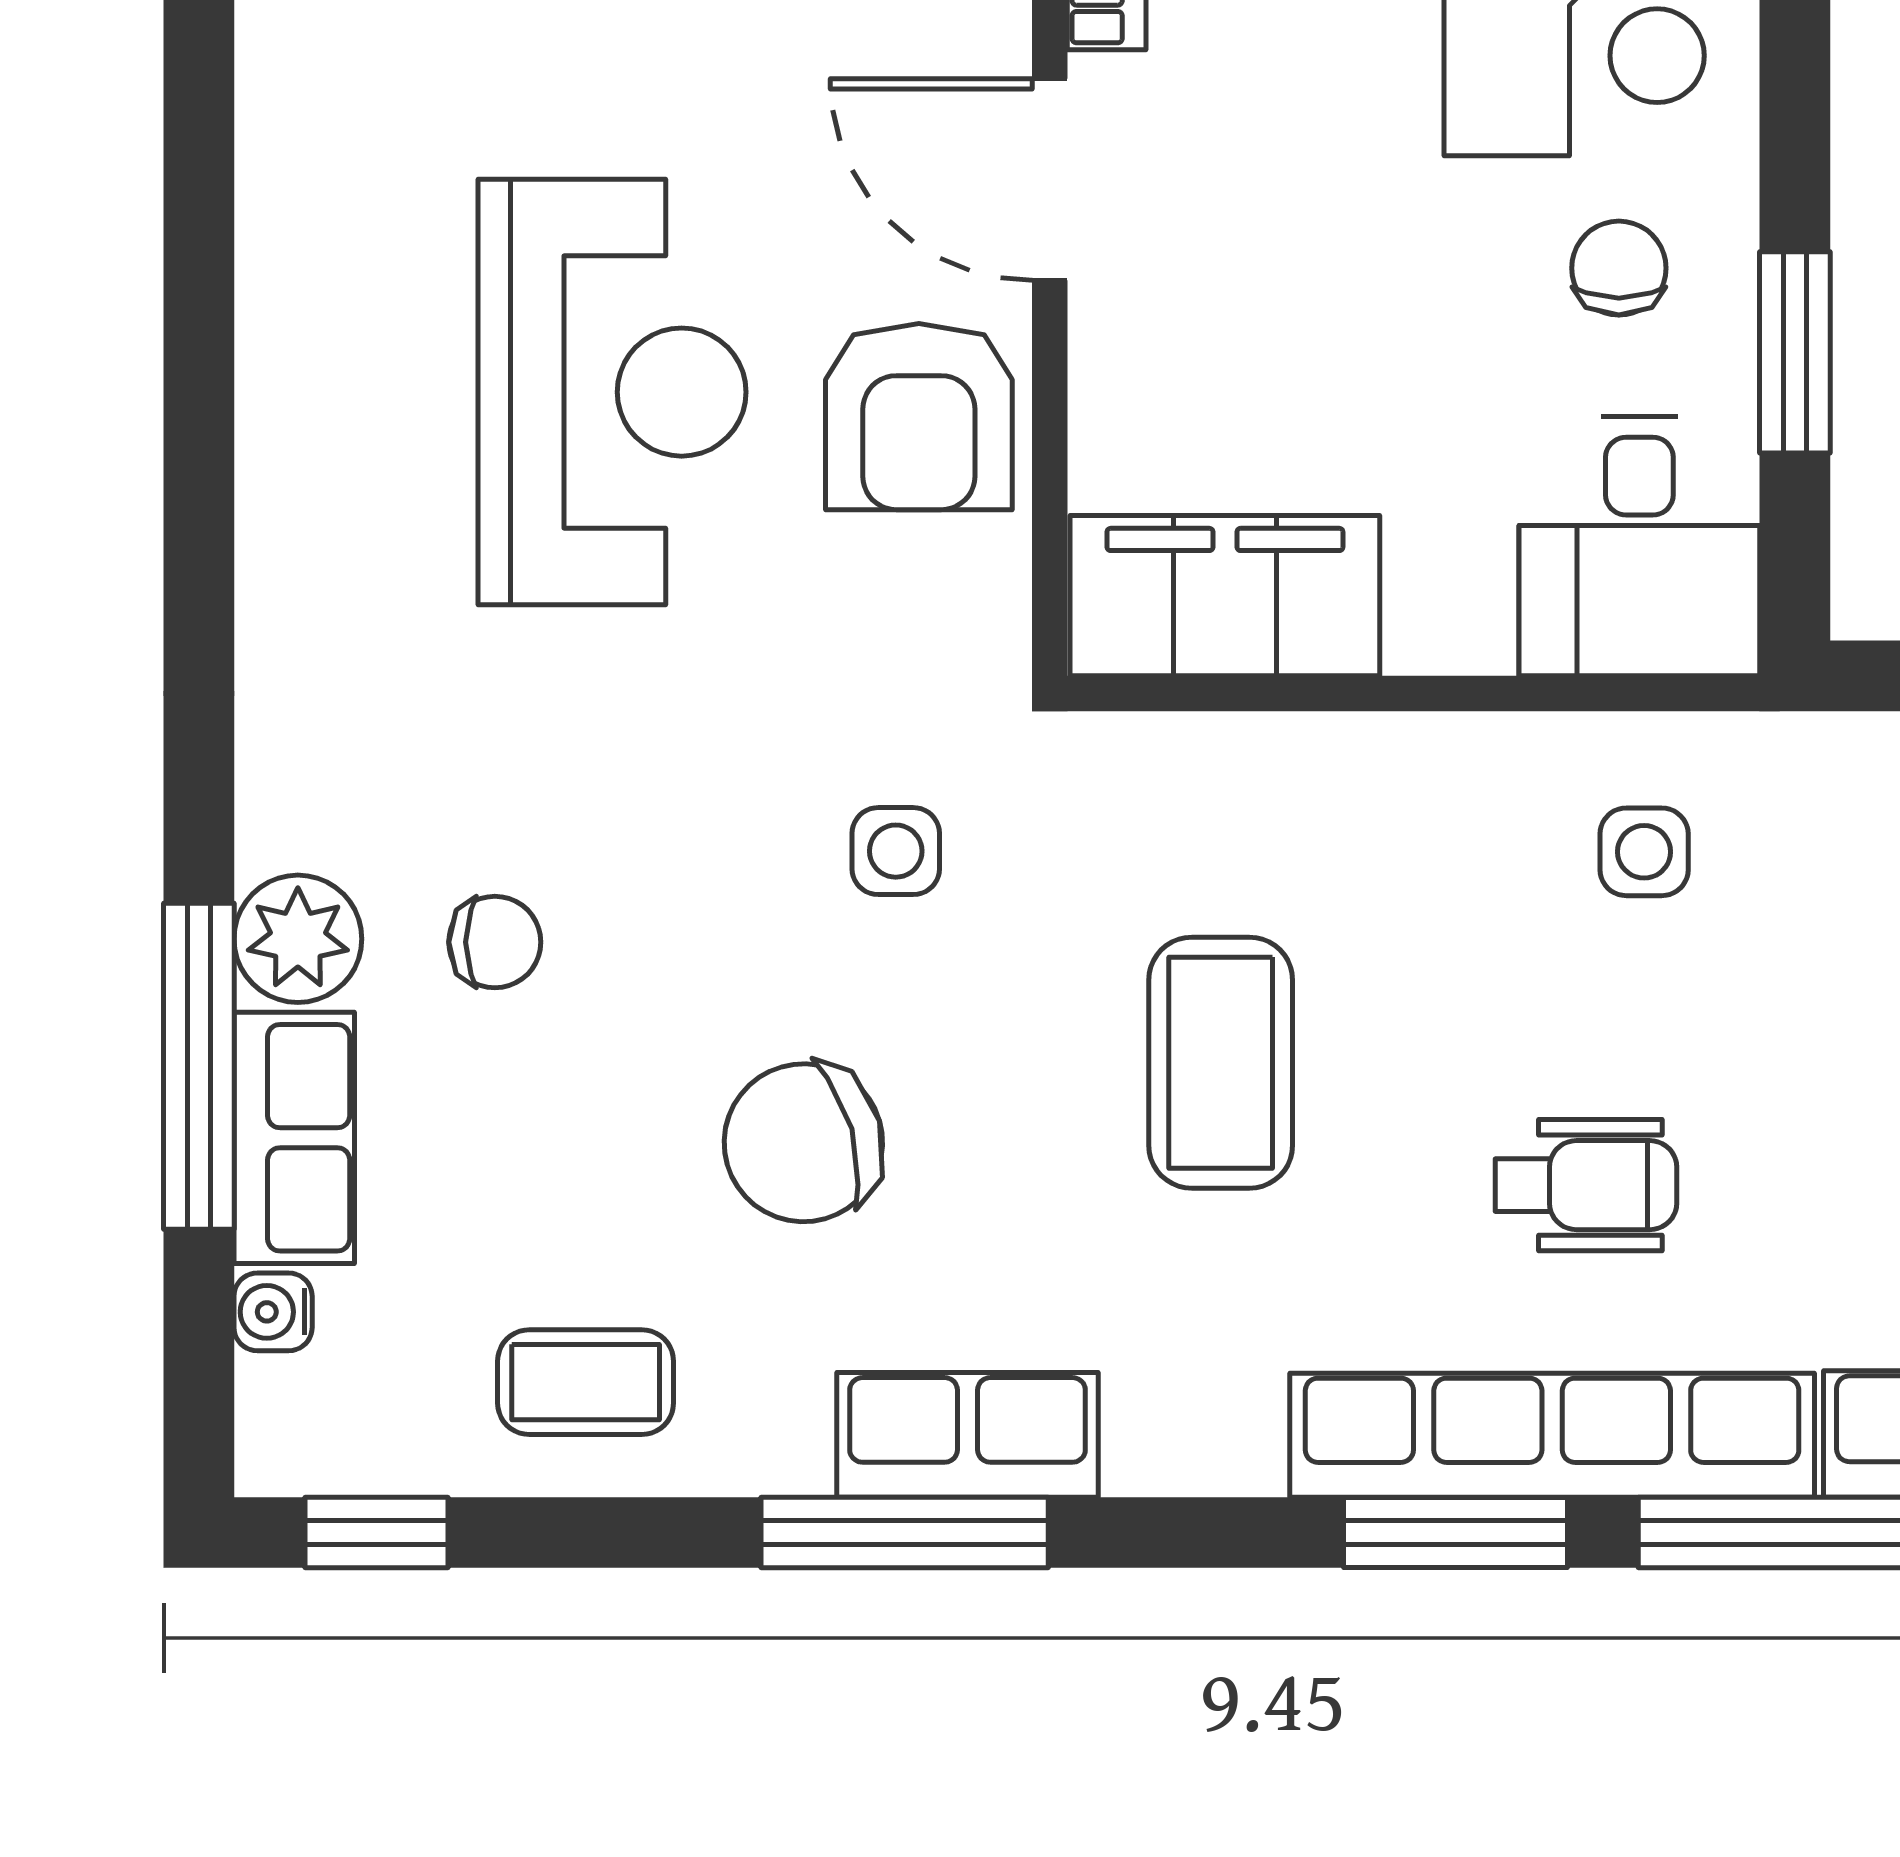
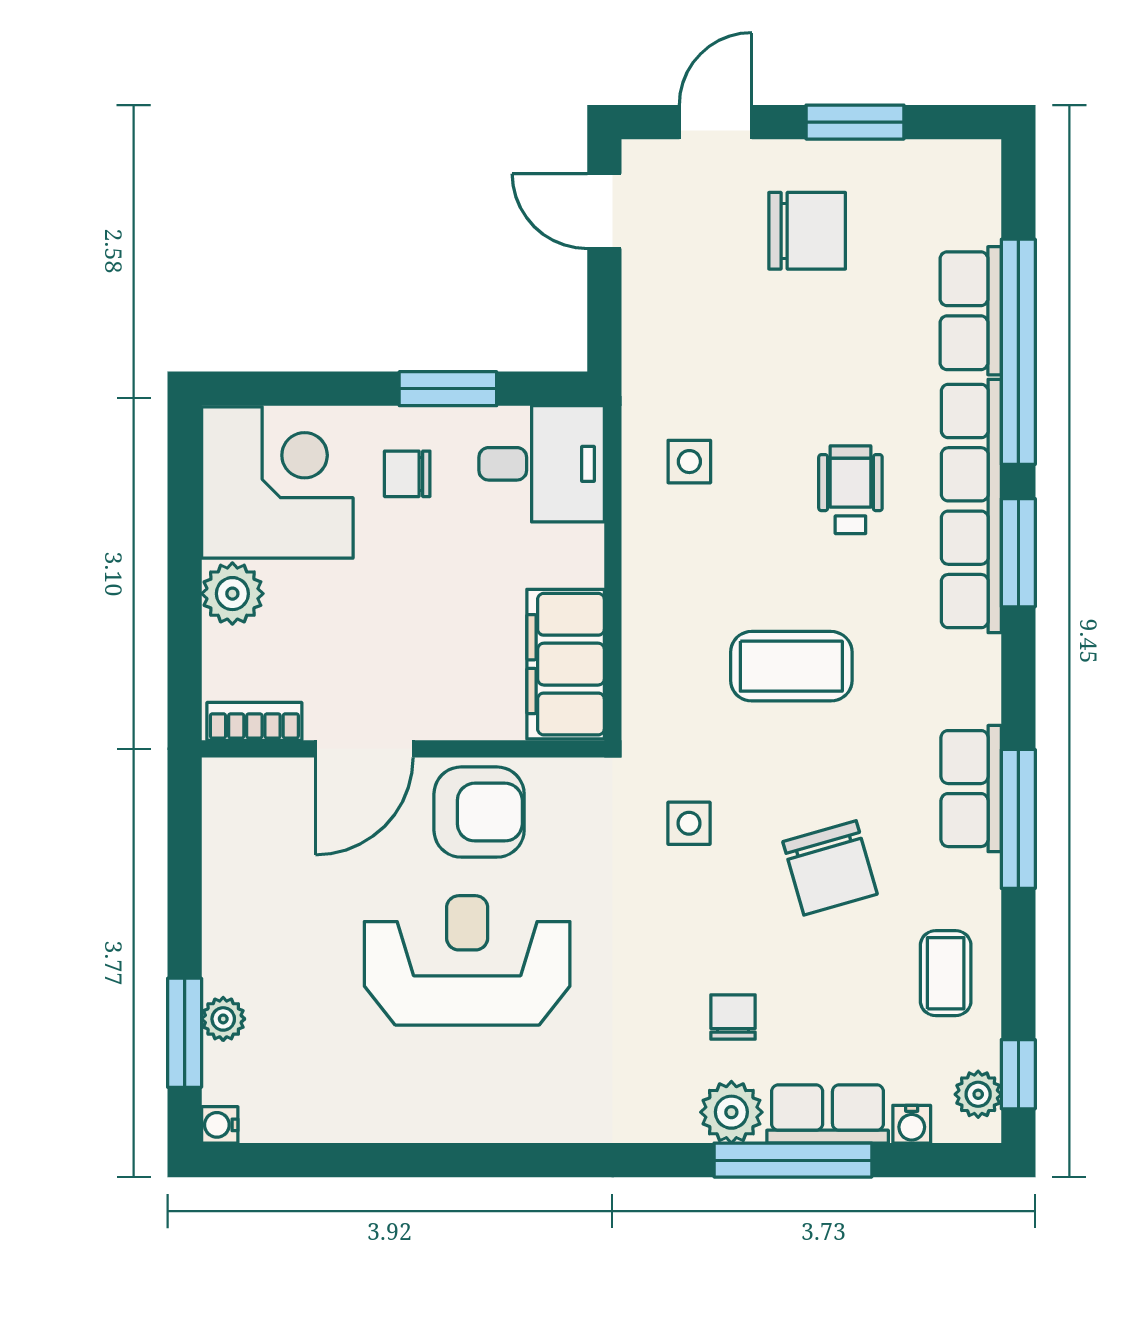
plant: (335, 1449) -> (978, 1094), added

